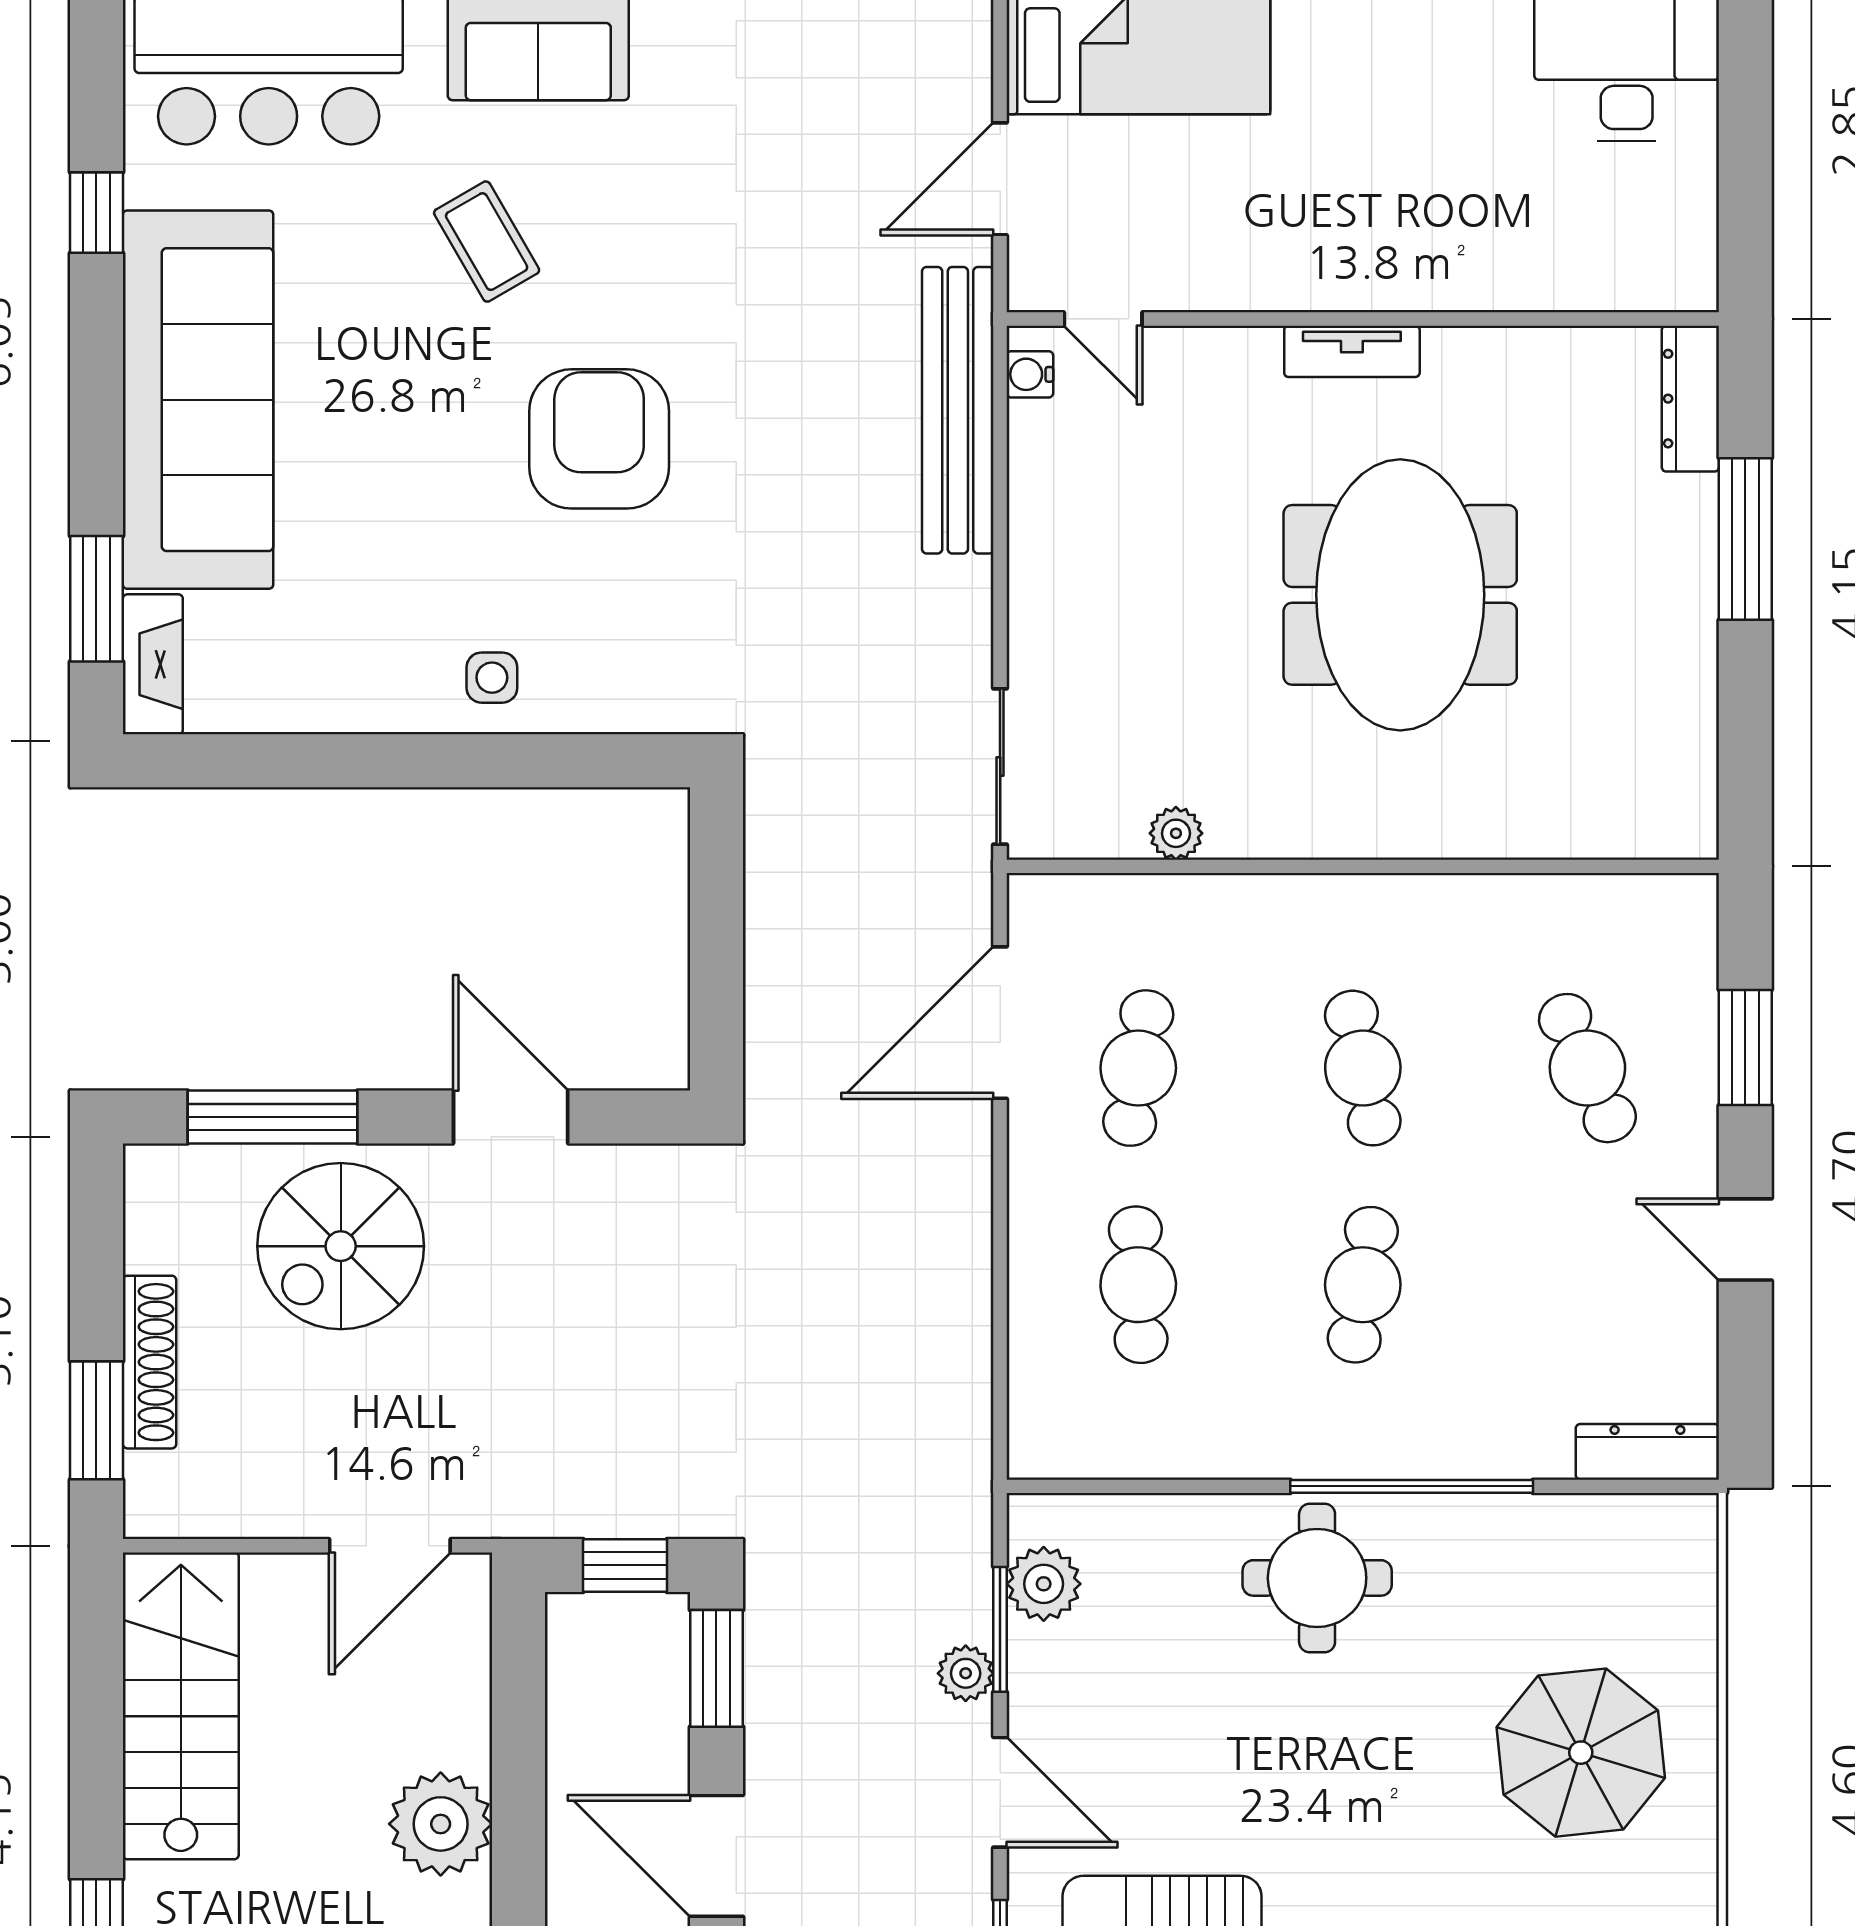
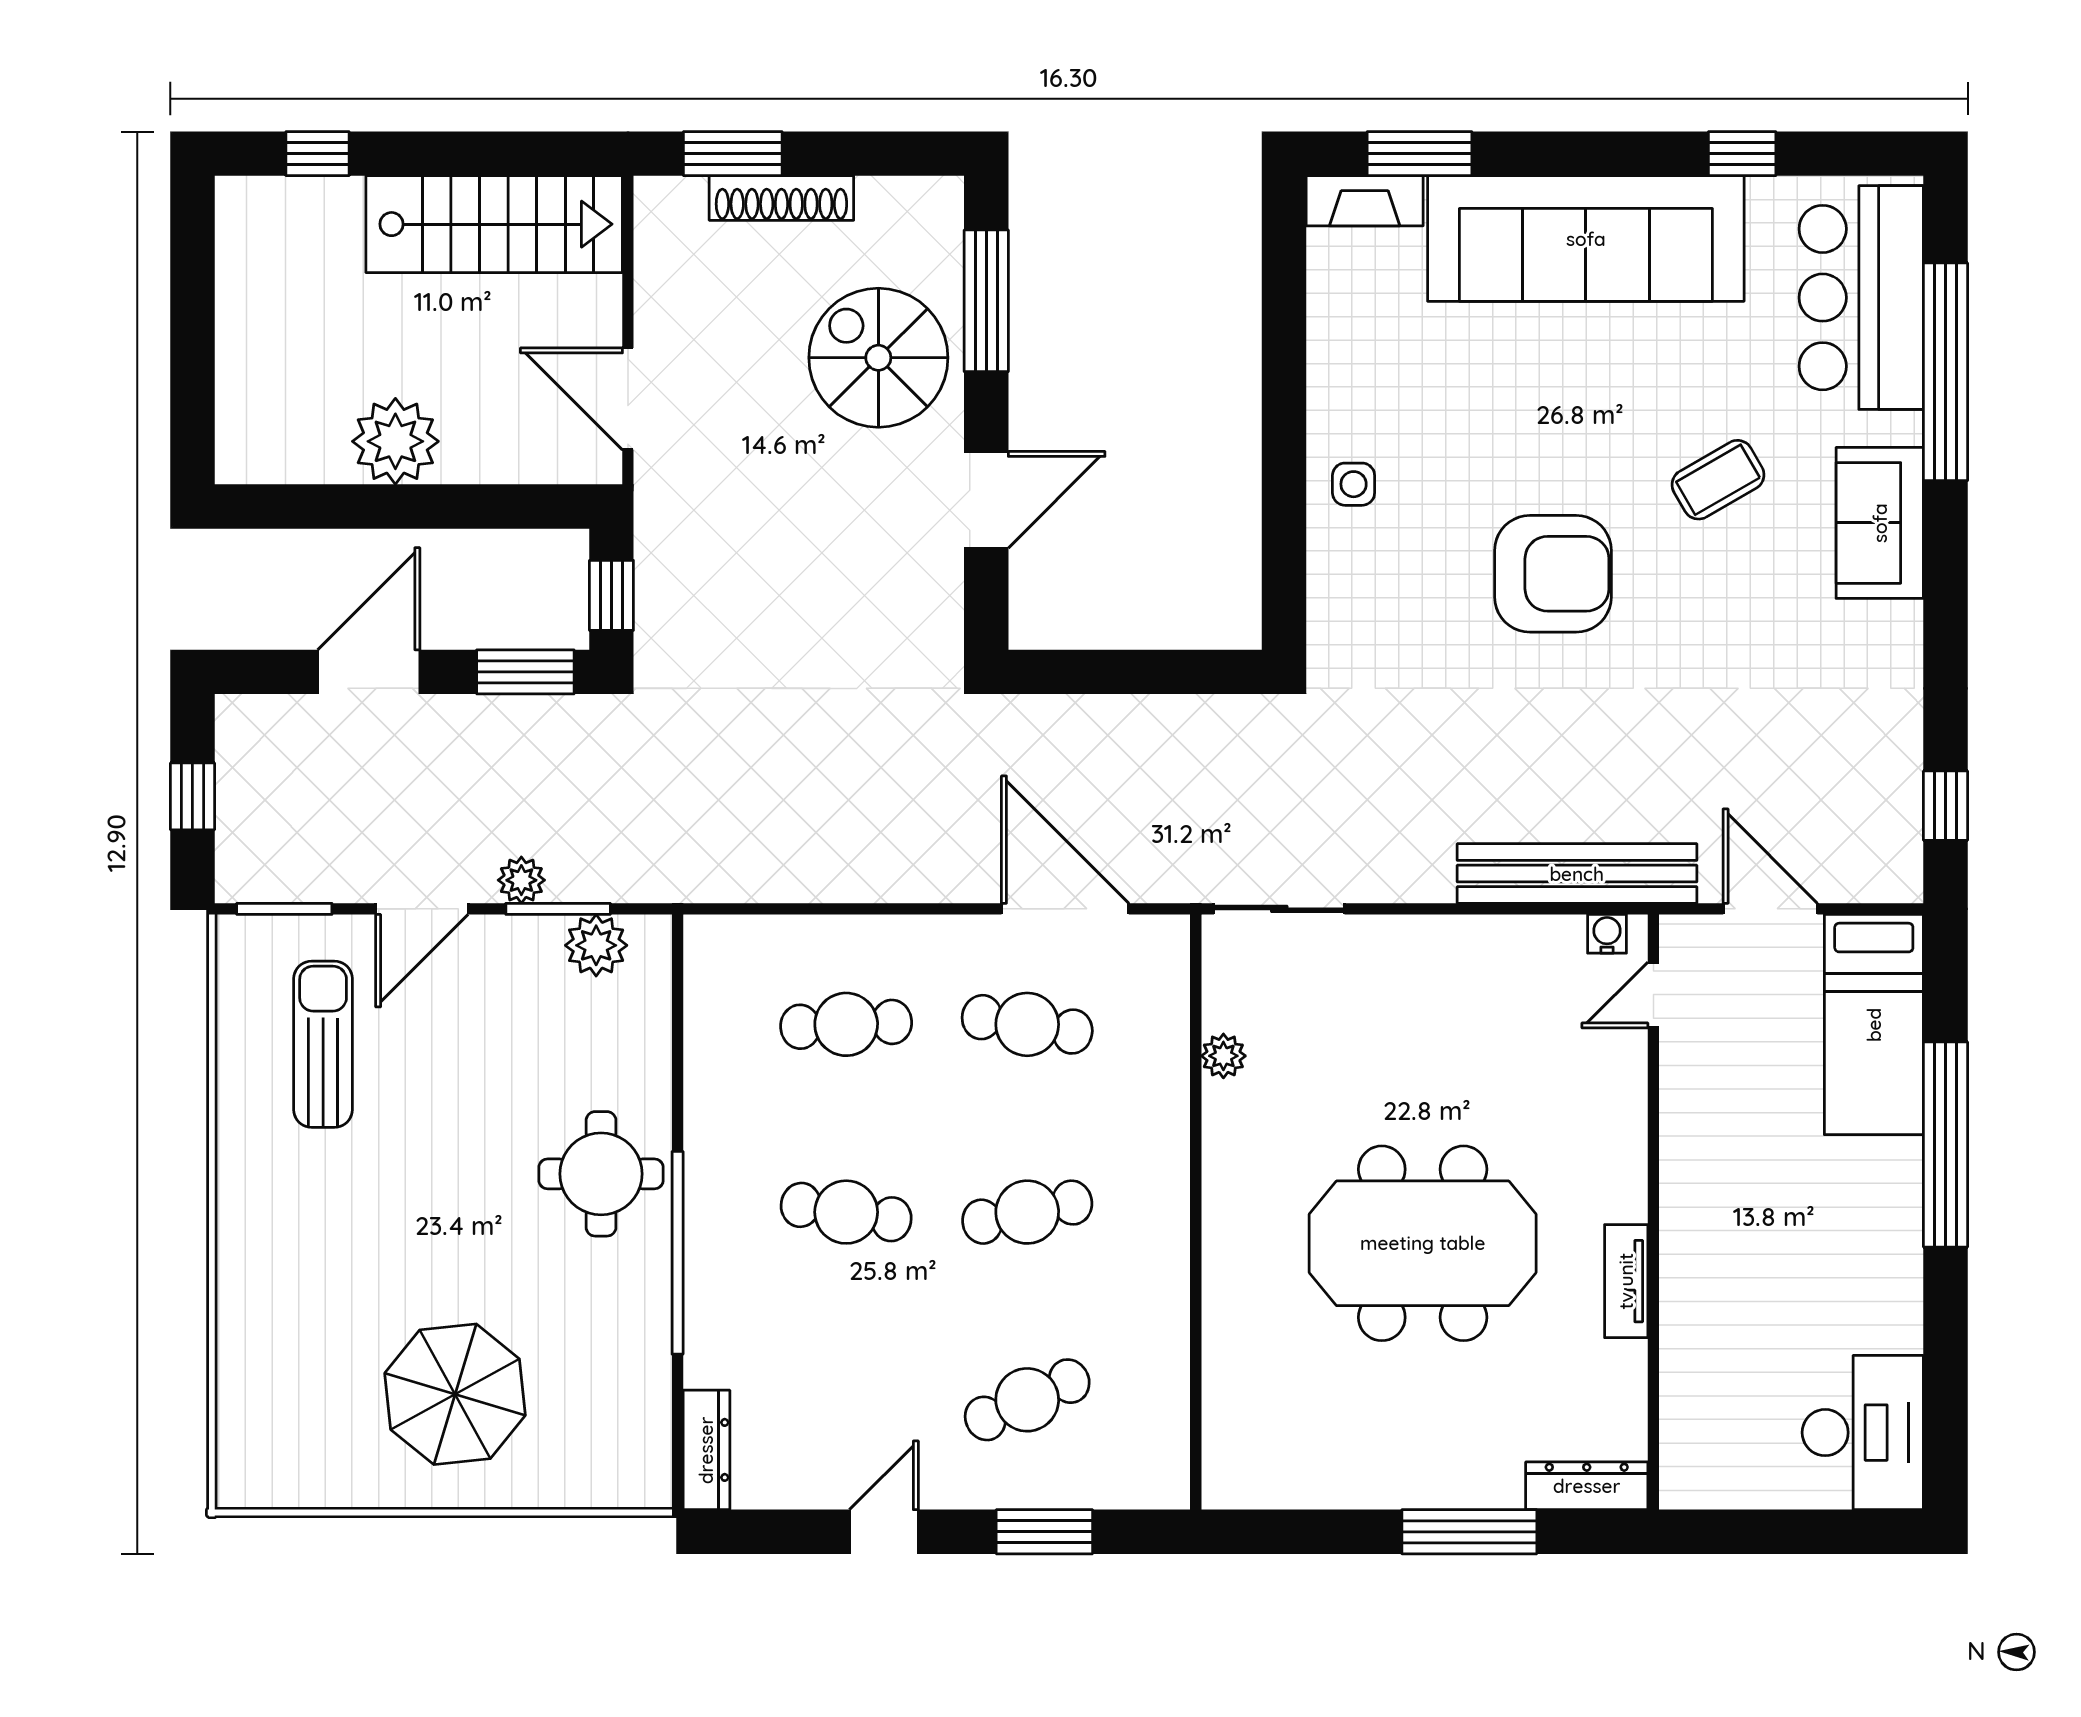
tv unit: (1352, 351) -> (1626, 1281), moved

